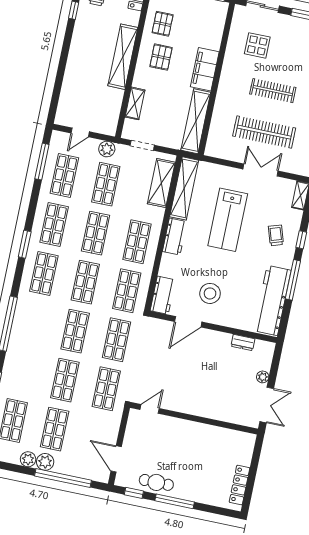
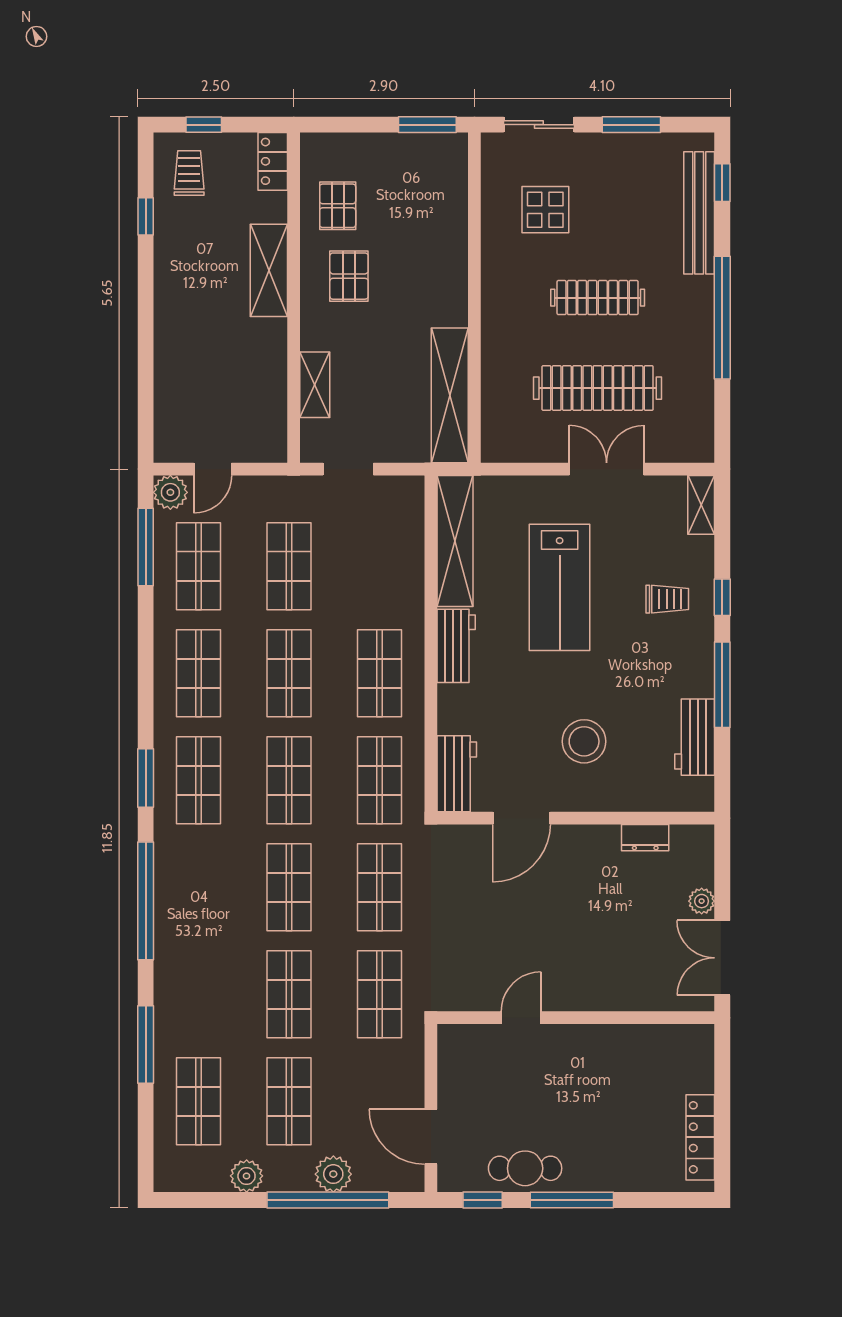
shelving: (123, 57) -> (269, 270), width x0.68
filing cabinet: (205, 69) -> (446, 282), removed
plant: (107, 149) -> (170, 492), moved
shelving: (161, 183) -> (405, 540), removed
trolley: (276, 235) -> (667, 599), turned 108
window: (25, 244) -> (146, 778), moved
stool: (210, 293) -> (584, 741), moved
workbench: (272, 301) -> (695, 737), width x0.53, depth x0.76
double door: (267, 405) -> (722, 958), swing flipped
door: (150, 409) -> (521, 1018), moved
plant: (45, 462) -> (333, 1174), moved

